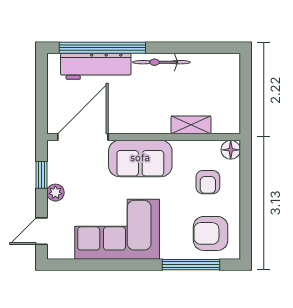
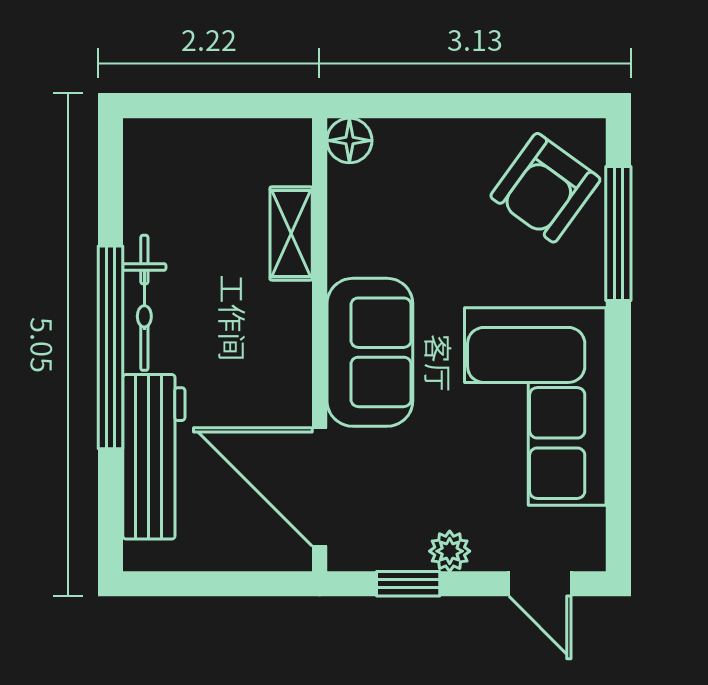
window: (102, 48) -> (110, 347), moved
armchair: (208, 182) -> (425, 194), removed
armchair: (211, 233) -> (545, 188), turned 36

